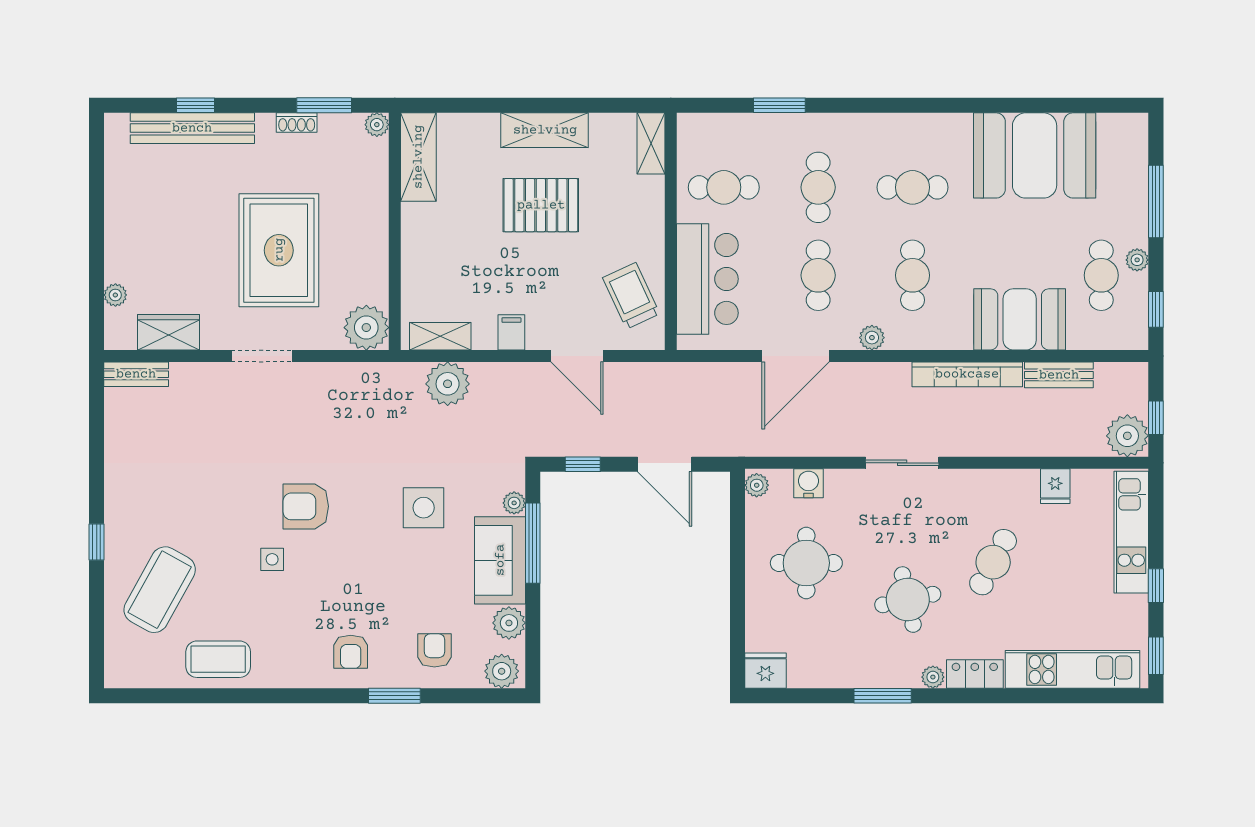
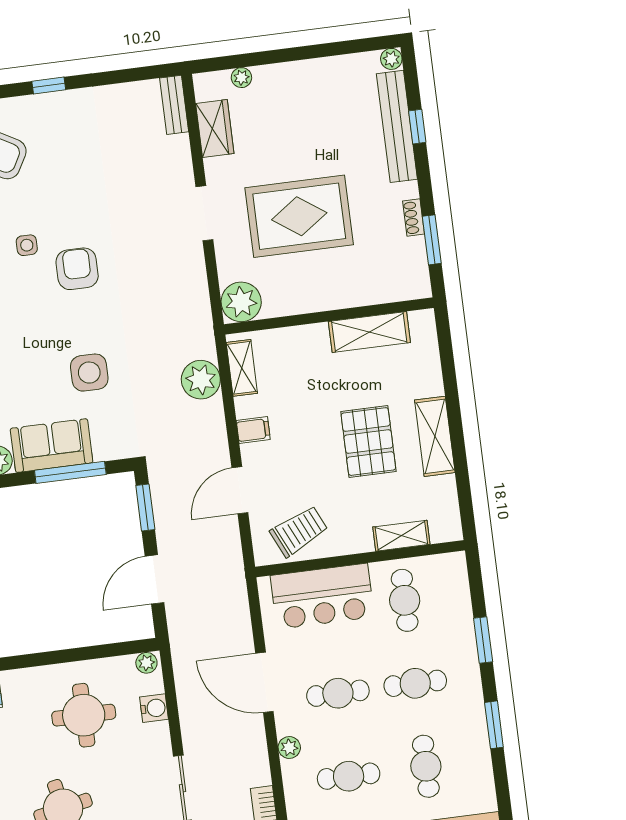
window: (876, 105) -> (494, 725), added
plant: (377, 125) -> (391, 59), moved
shelving: (651, 143) -> (401, 536), moved
shelving: (418, 157) -> (369, 332), moved
window: (583, 464) -> (145, 507), width x1.50
plant: (514, 503) -> (104, 452), removed
window: (97, 542) -> (49, 85), moved

